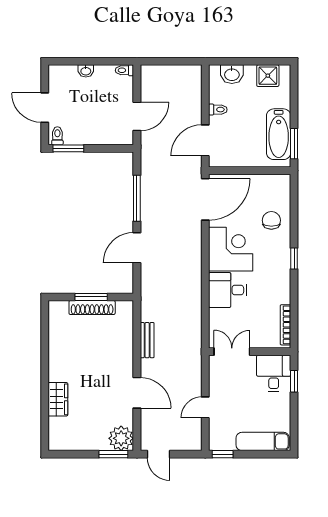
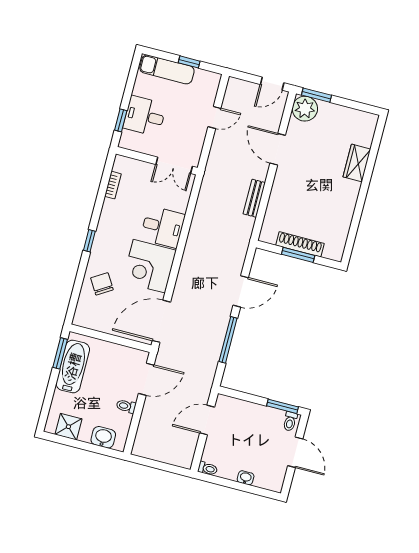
chair: (271, 220) -> (102, 284), turned 148
bookcase: (285, 325) -> (113, 185), width x0.64
desk: (274, 373) -> (145, 116), moved, turned 90
door: (159, 454) -> (272, 84), swing flipped
window: (223, 454) -> (189, 62), moved

